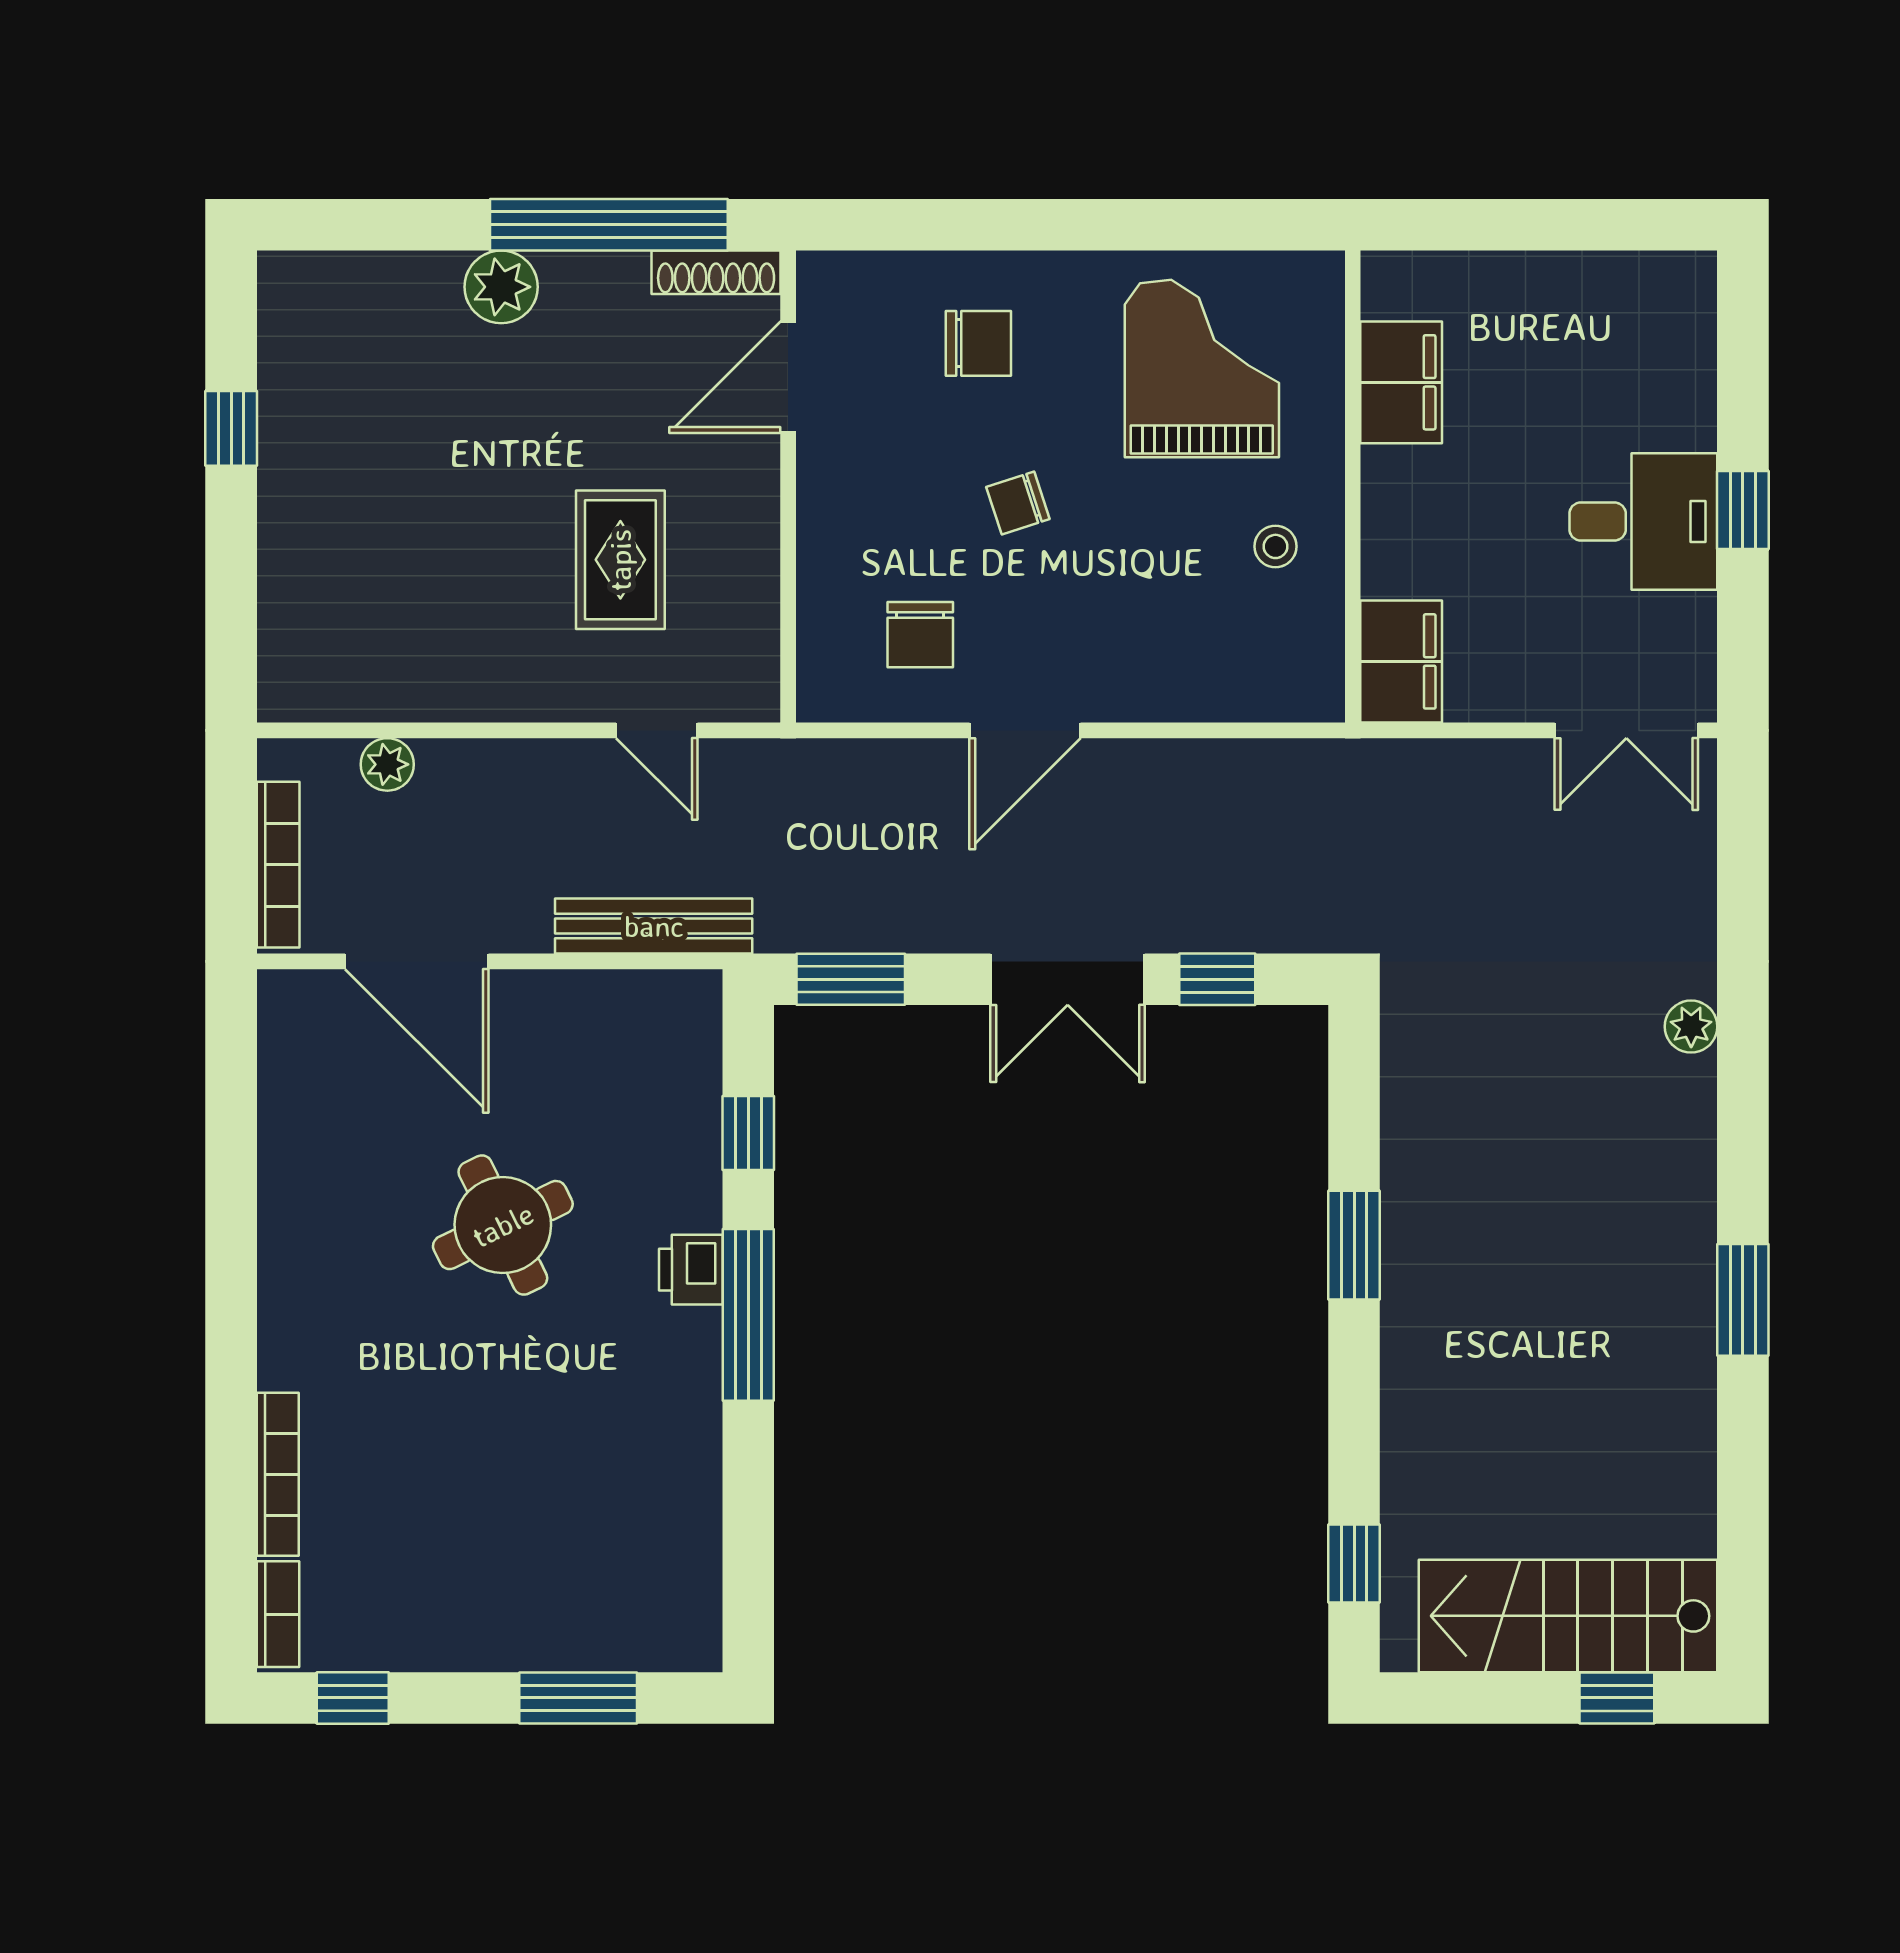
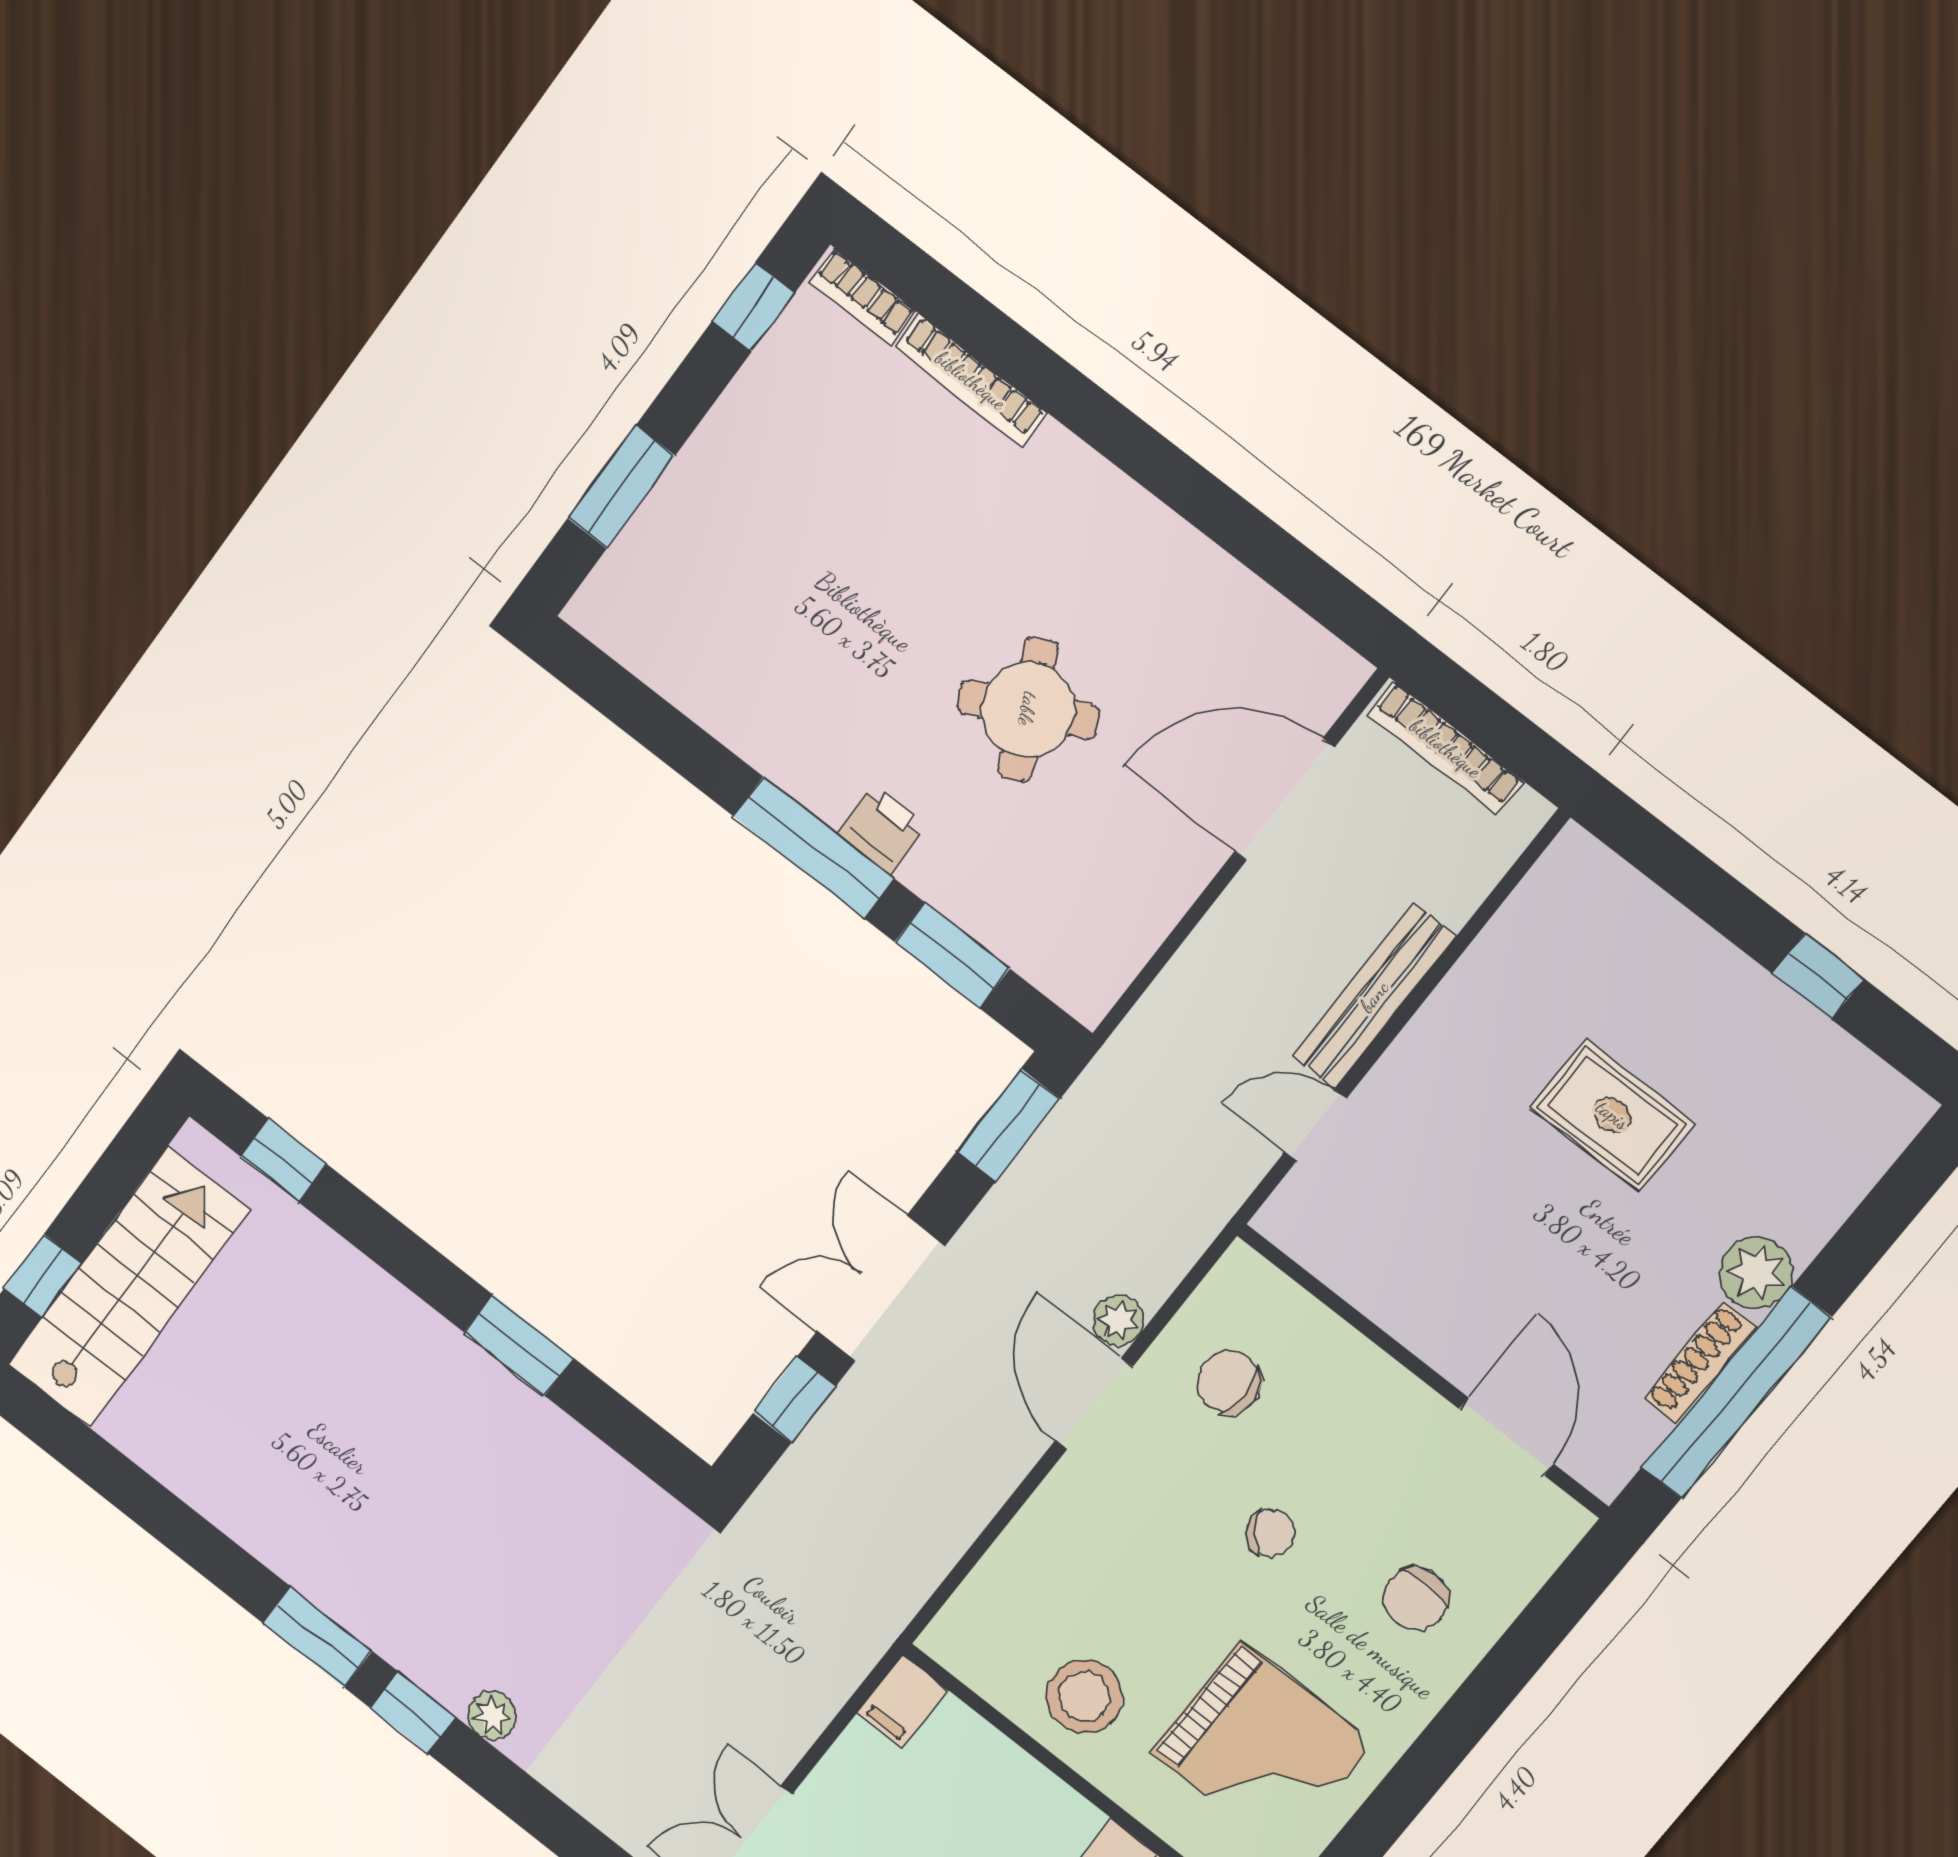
shoe rack: (716, 272) -> (1701, 1363), moved
chair: (1018, 503) -> (1270, 1533), turned 70
stool: (1275, 546) -> (1084, 1696), width x1.89, depth x1.89
rug: (620, 560) -> (1613, 1115), moved
filing cabinet: (1401, 661) -> (903, 1702), width x0.50
plant: (387, 764) -> (1118, 1320), moved
bench: (654, 926) -> (1374, 996), moved
window: (1743, 1096) -> (413, 1712), added
window: (748, 1133) -> (952, 955), width x1.50
window: (1743, 1300) -> (318, 1637), moved

